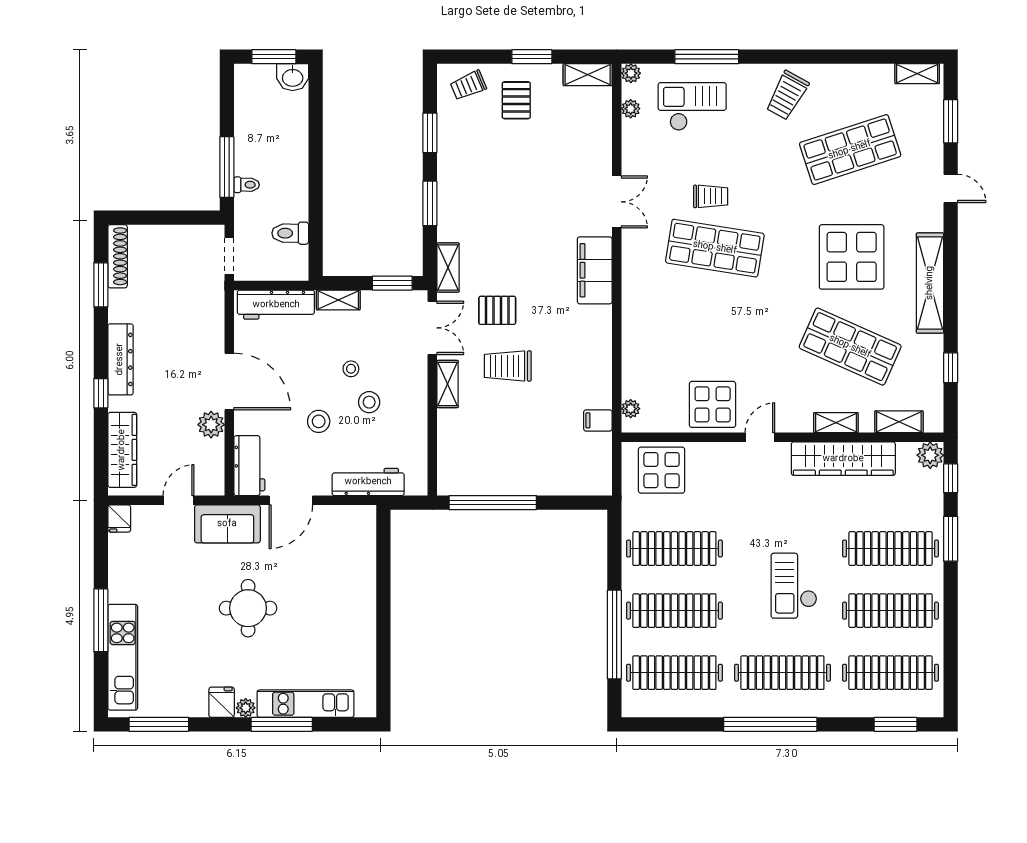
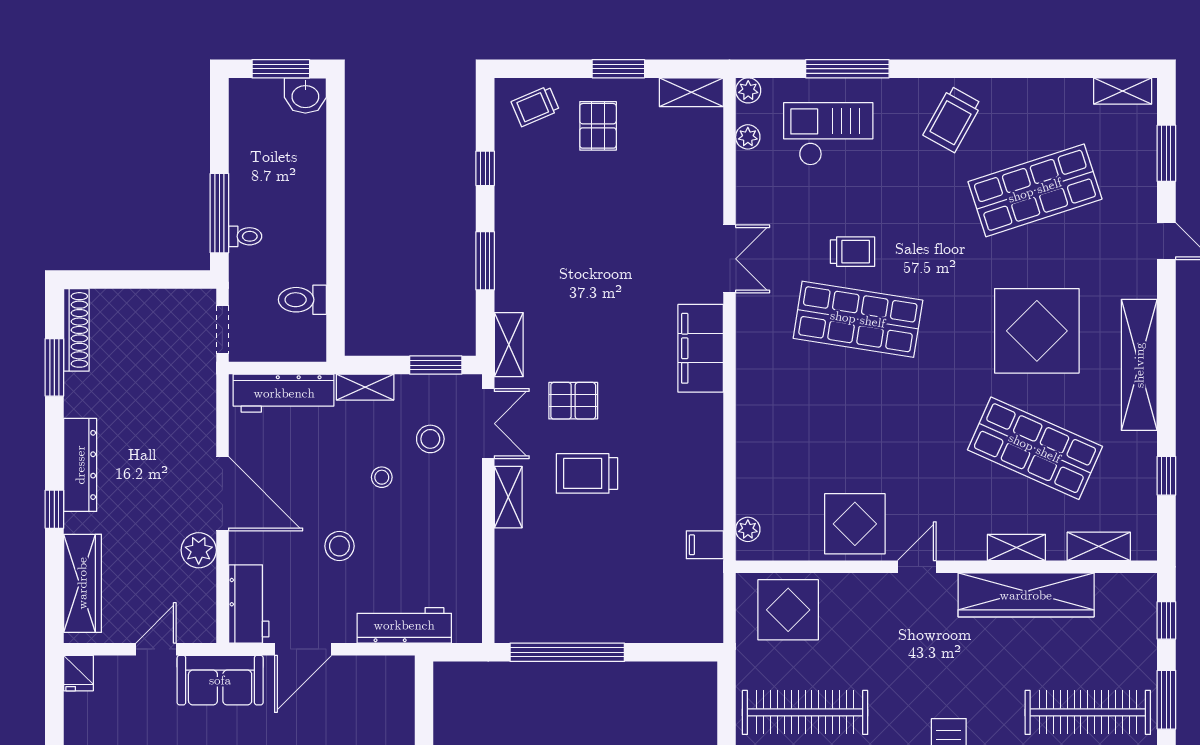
window: (430, 133) -> (485, 168), width x0.67
stool: (369, 402) -> (430, 439), moved
plant: (930, 455) -> (1140, 590), removed

